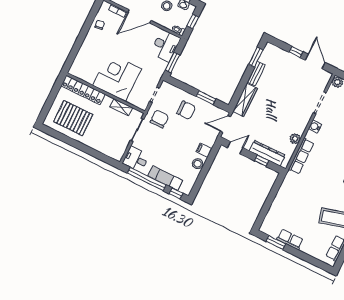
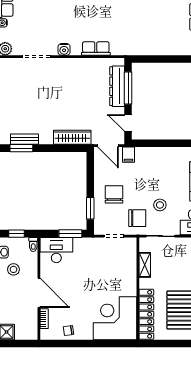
bench: (256, 74) -> (25, 139), moved
corner desk: (117, 77) -> (115, 318), moved, turned 90
window: (206, 98) -> (90, 208), moved
chair: (159, 119) -> (137, 218), turned 180
plant: (295, 139) -> (87, 64), removed
filing cabinet: (204, 150) -> (128, 155), moved
row of seats: (301, 156) -> (96, 49), width x0.68
window: (262, 161) -> (128, 88), width x2.17
stool: (198, 164) -> (160, 205), moved

